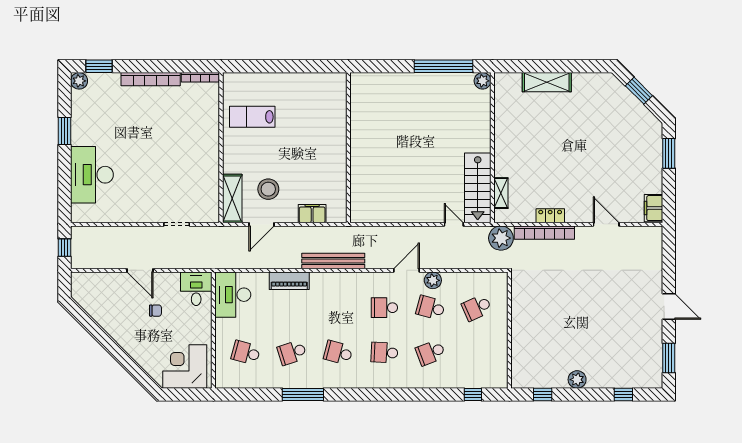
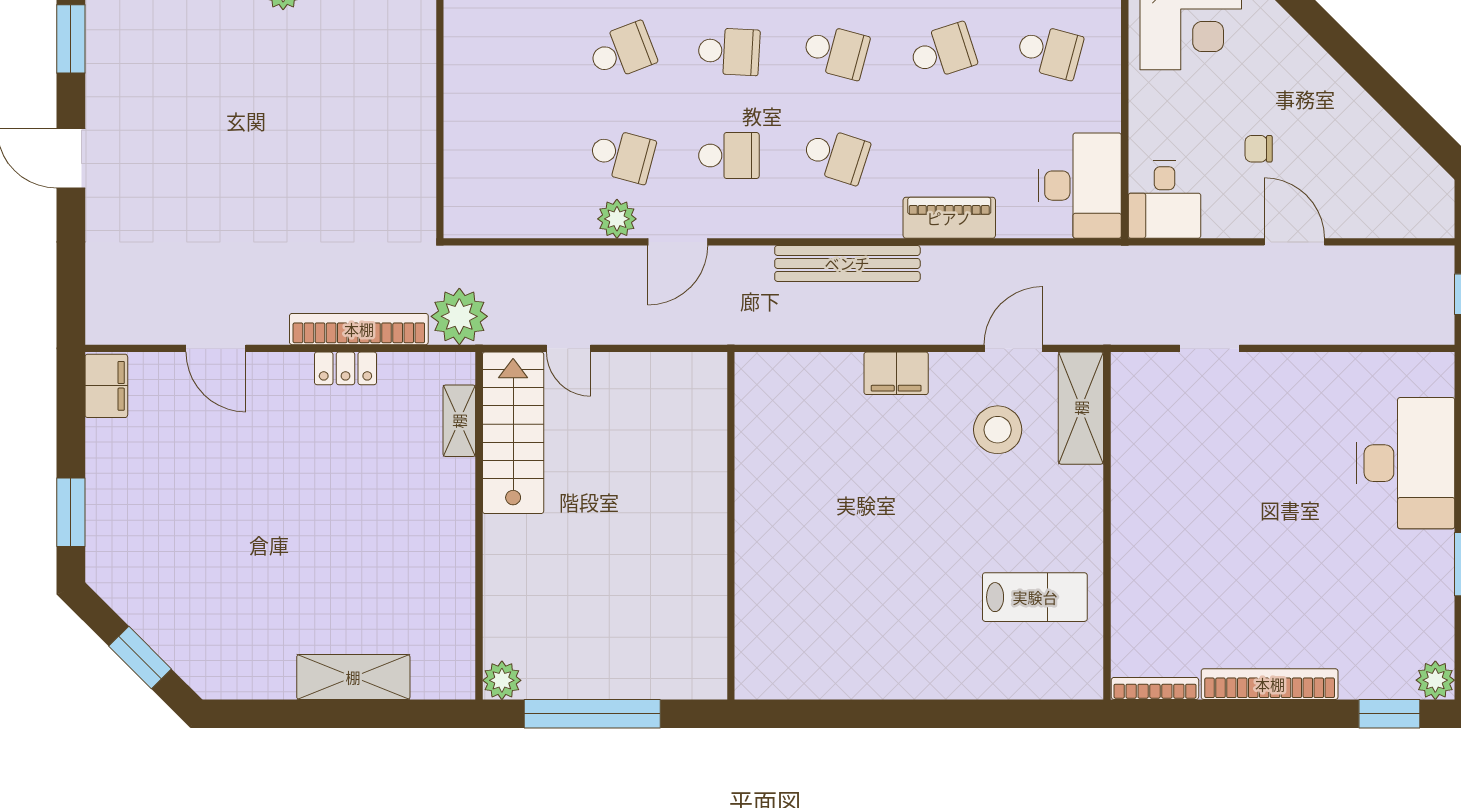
wall: (348, 148) -> (731, 526), moved
school desk: (477, 308) -> (836, 156), moved, turned 42

